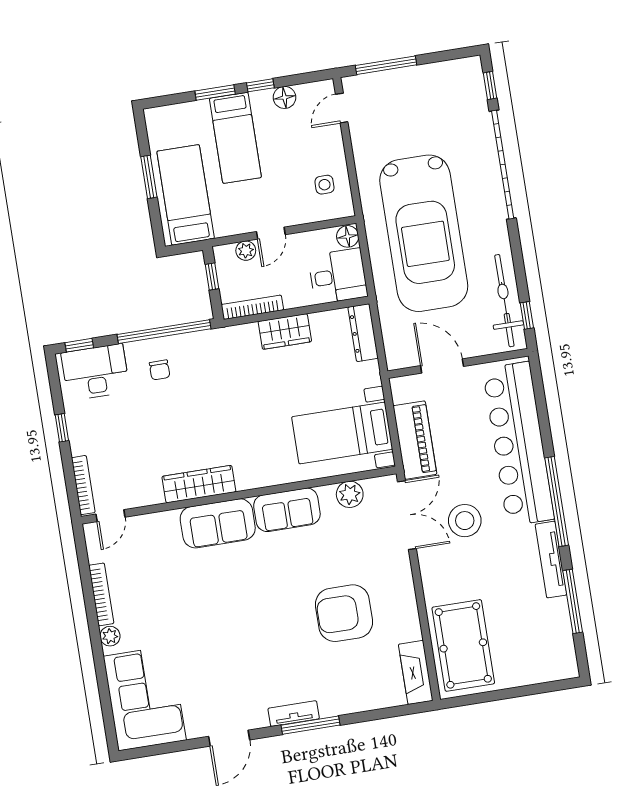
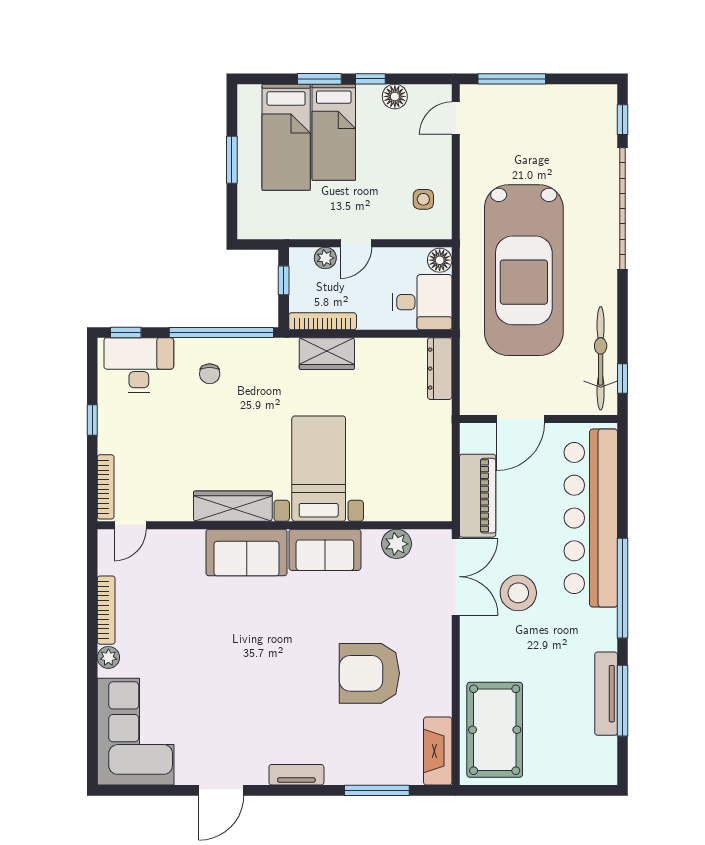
bed: (186, 195) -> (286, 137), moved, turned 180
wardrobe: (285, 332) -> (327, 354), moved
door: (442, 366) -> (521, 419), swing flipped
bed with nightstands: (342, 433) -> (319, 469), moved, turned 90
tv unit: (551, 560) -> (606, 694), moved
window: (310, 725) -> (377, 790), moved

